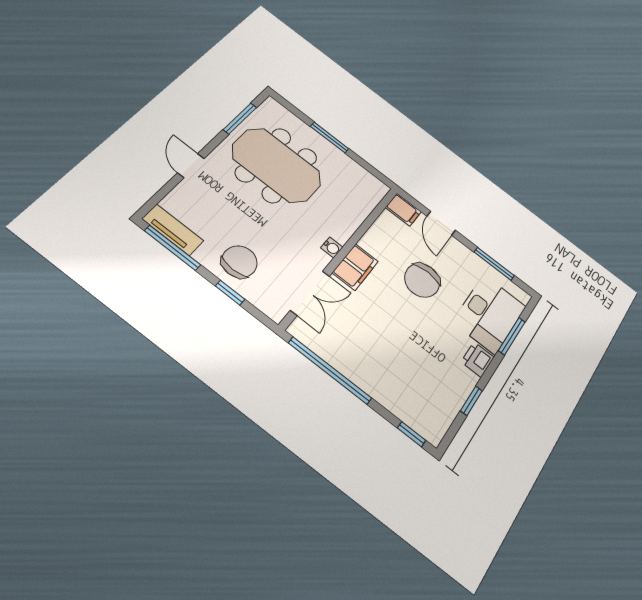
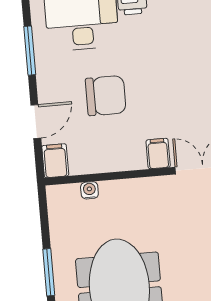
water cooler: (332, 248) -> (89, 190), moved
filing cabinet: (355, 267) -> (158, 154), width x0.50

